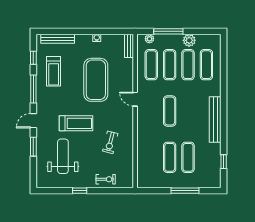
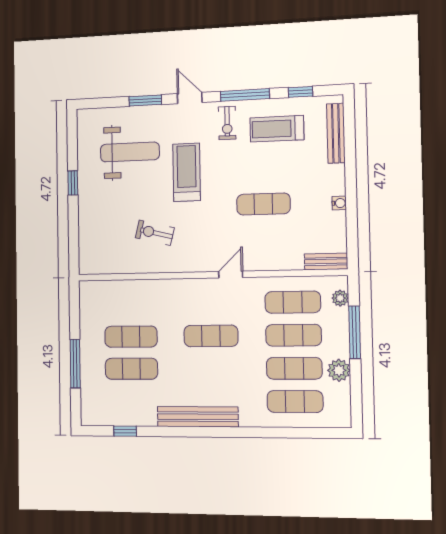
exercise mat: (96, 80) -> (263, 204), width x0.50, depth x0.69
treadmill: (76, 123) -> (187, 172), turned 180
exercise bike: (106, 179) -> (227, 123), moved

